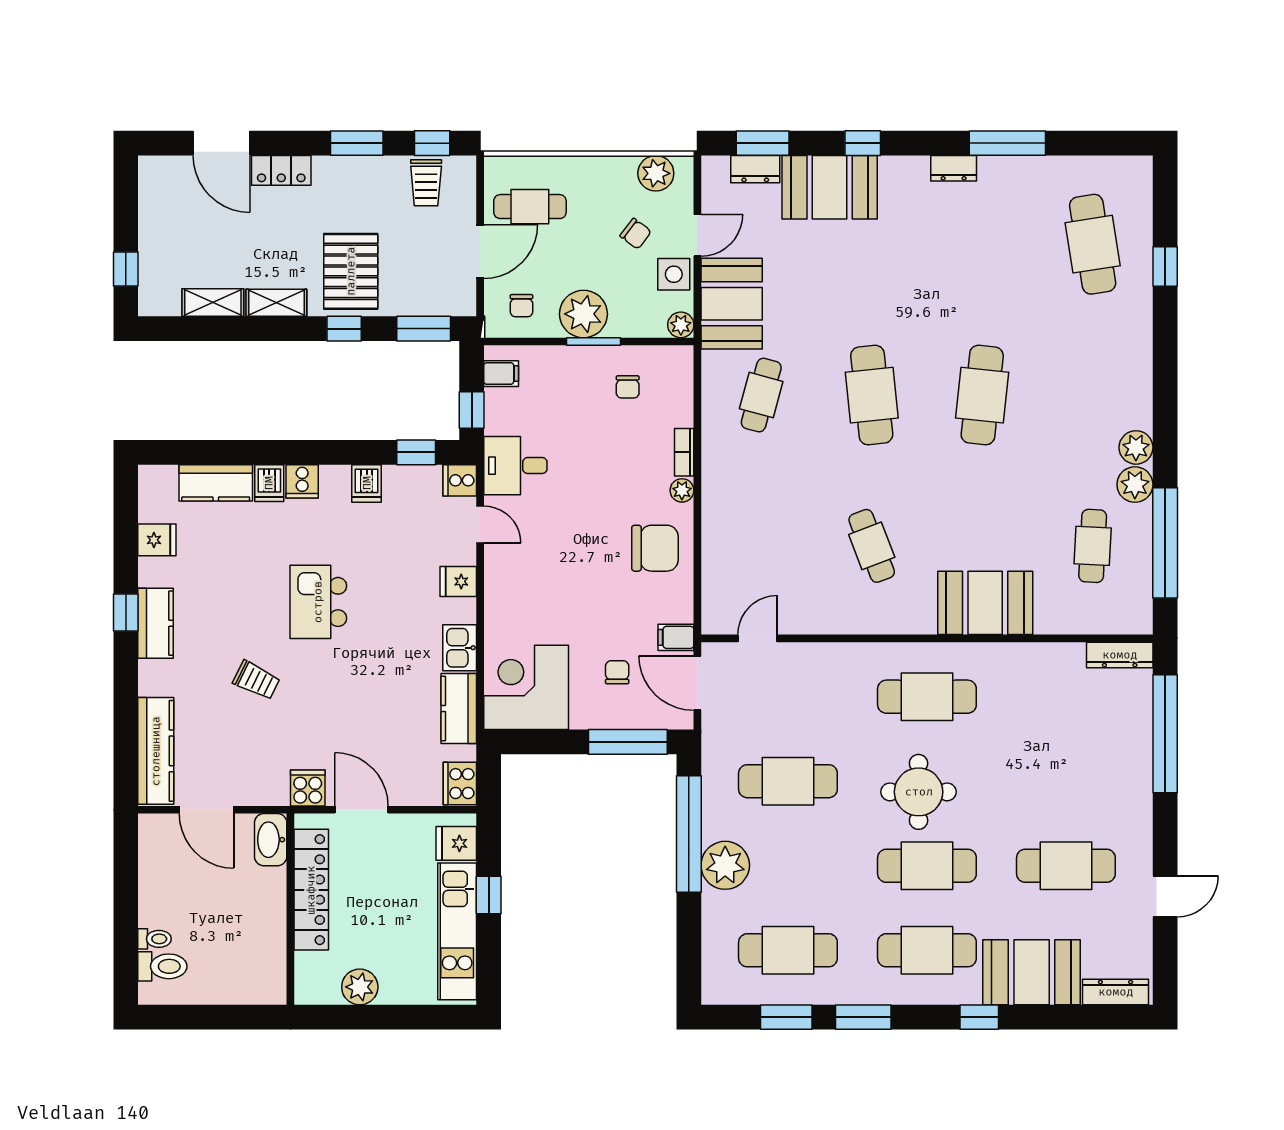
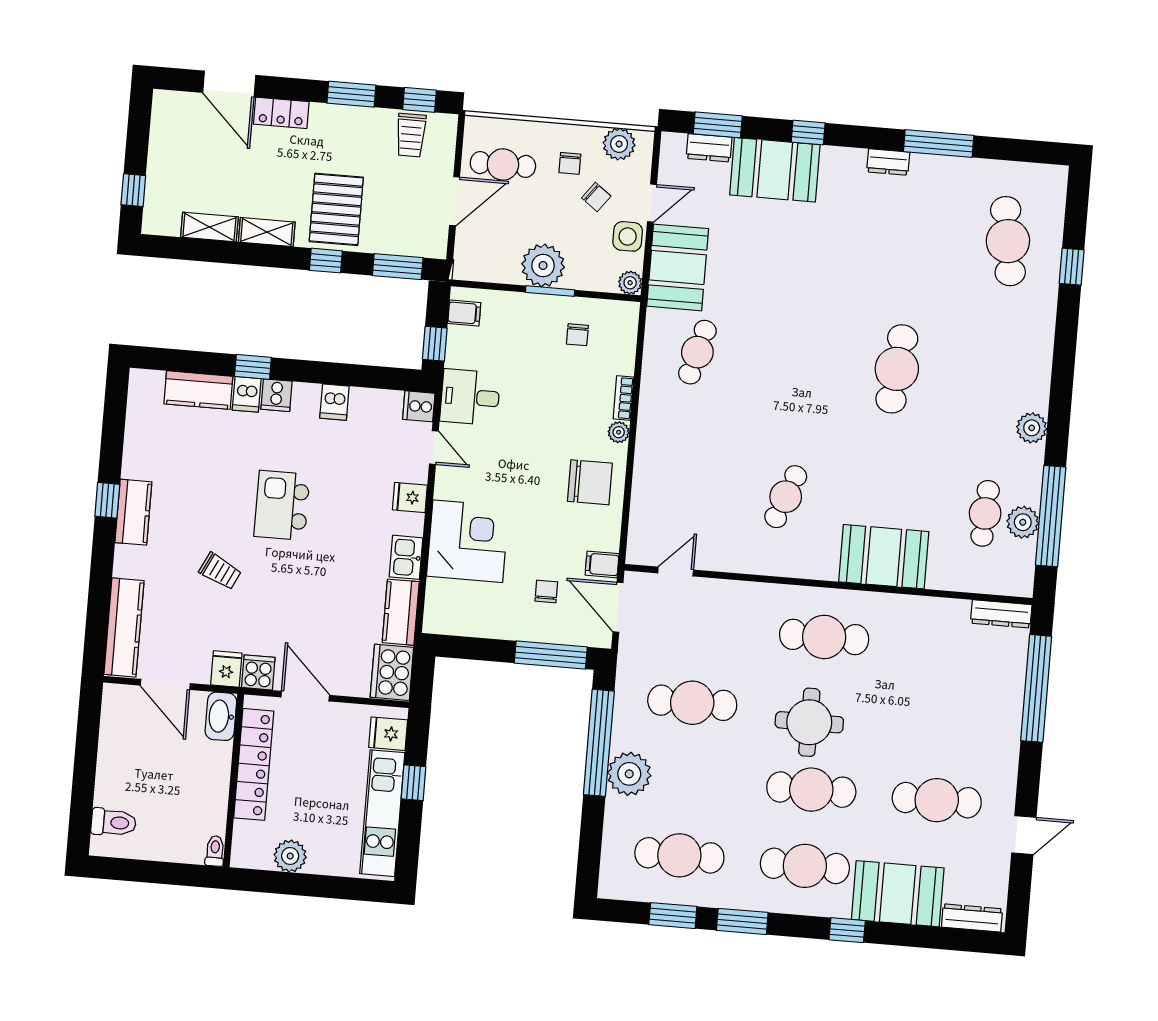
chair: (521, 306) -> (570, 163), moved
cafe table: (872, 395) -> (797, 361), removed
window: (416, 452) -> (253, 367), moved
plant: (1135, 485) -> (1023, 522), moved
fridge: (157, 540) -> (226, 669), moved, turned -90
cafe table: (872, 546) -> (786, 497), turned 42
corner desk: (526, 687) -> (468, 541), moved, turned 90
cooker: (460, 784) -> (392, 672), width x1.37, depth x1.31
toilet: (155, 939) -> (215, 851), moved, turned -90

